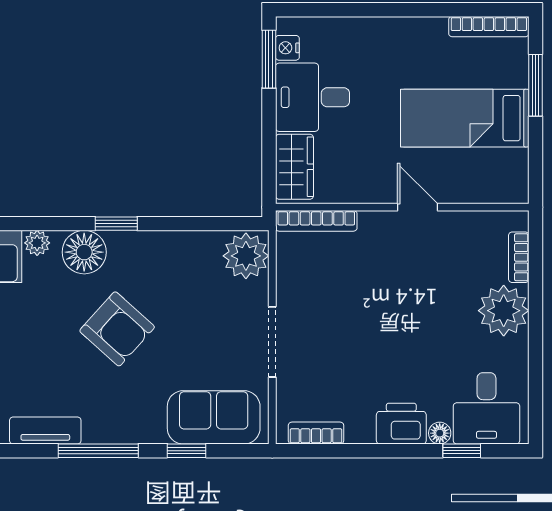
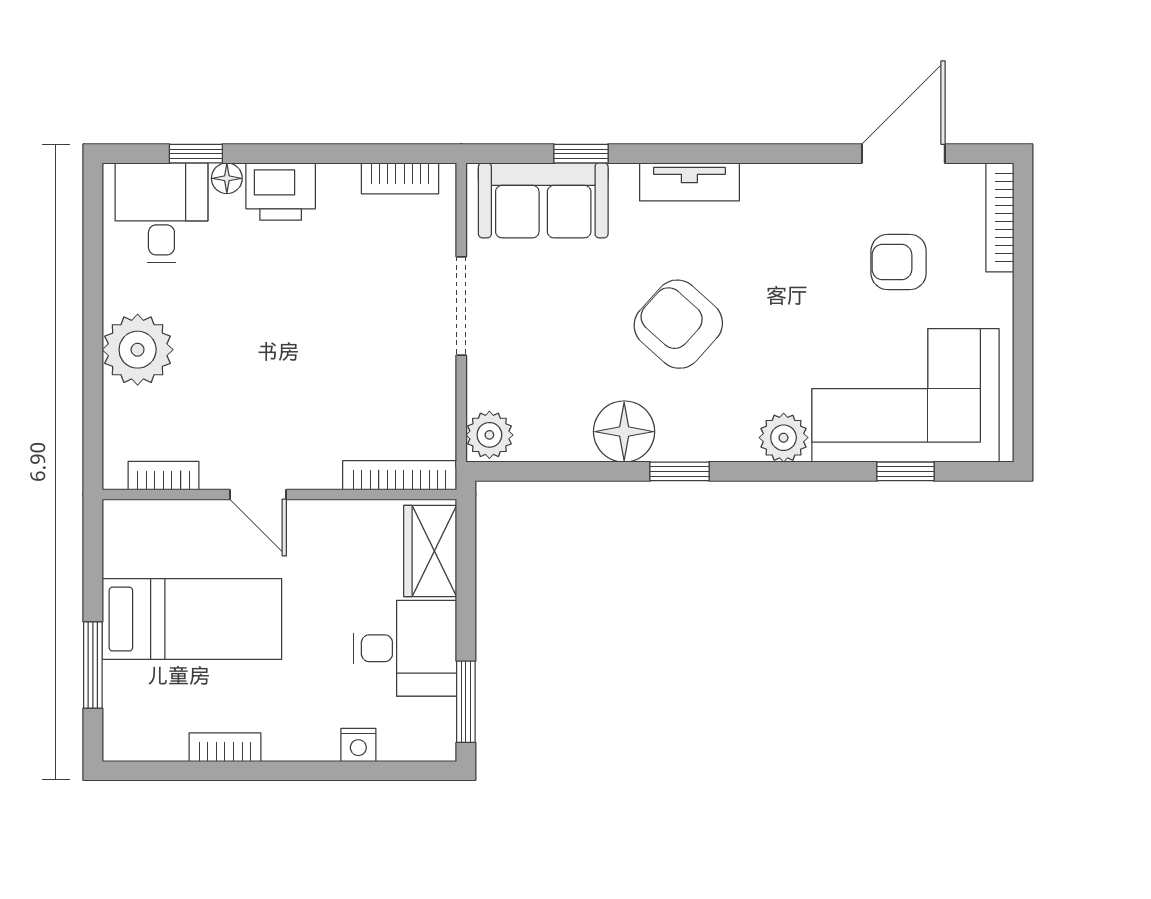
bookcase: (489, 27) -> (225, 747), moved, width x0.64
nightstand: (287, 48) -> (358, 745), moved, turned 90
plant: (37, 243) -> (784, 438), width x1.38, depth x1.38
floor lamp: (84, 252) -> (624, 432), moved
plant: (246, 256) -> (489, 435), width x0.73, depth x0.73
bookcase: (519, 257) -> (163, 476), moved, turned -90
tv unit: (45, 431) -> (689, 182), moved
window: (98, 451) -> (705, 154), removed

